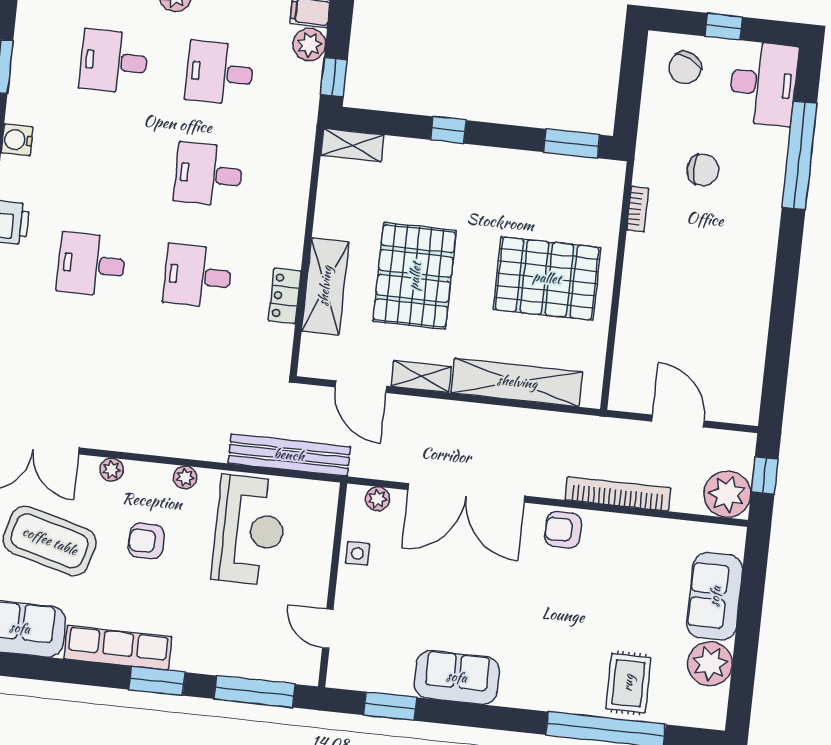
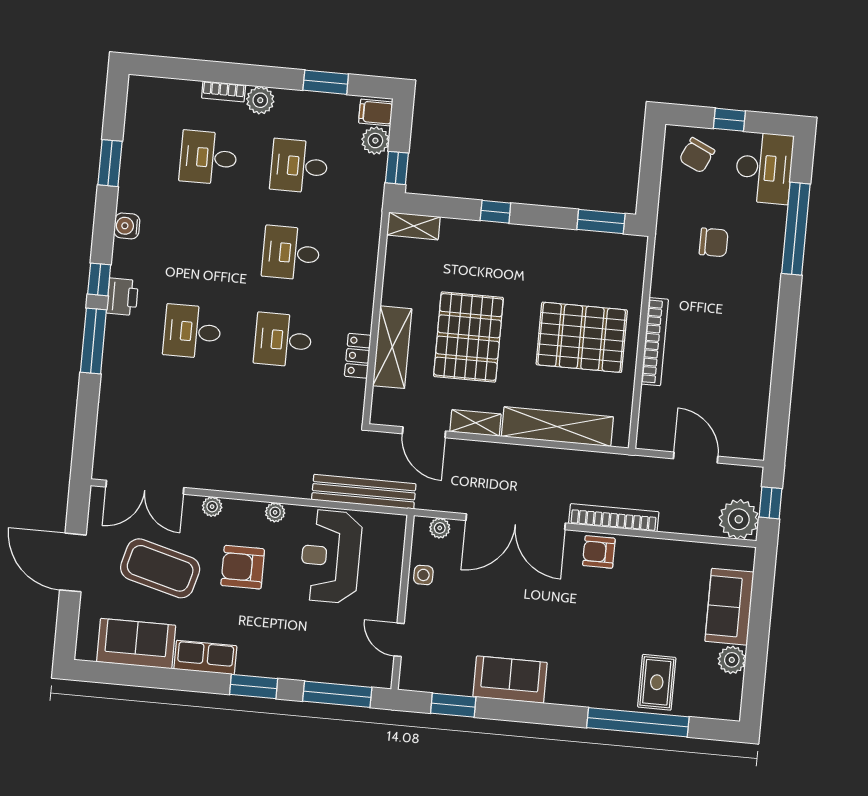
bookcase: (638, 209) -> (655, 342), moved, width x2.31, depth x1.31
bookcase: (618, 494) -> (614, 518), moved
reception desk: (249, 530) -> (331, 556), turned 180
armchair: (146, 541) -> (243, 567), width x1.38, depth x1.38
row of seats: (118, 648) -> (205, 657), width x0.68
plant: (710, 664) -> (732, 660), width x0.73, depth x0.73

